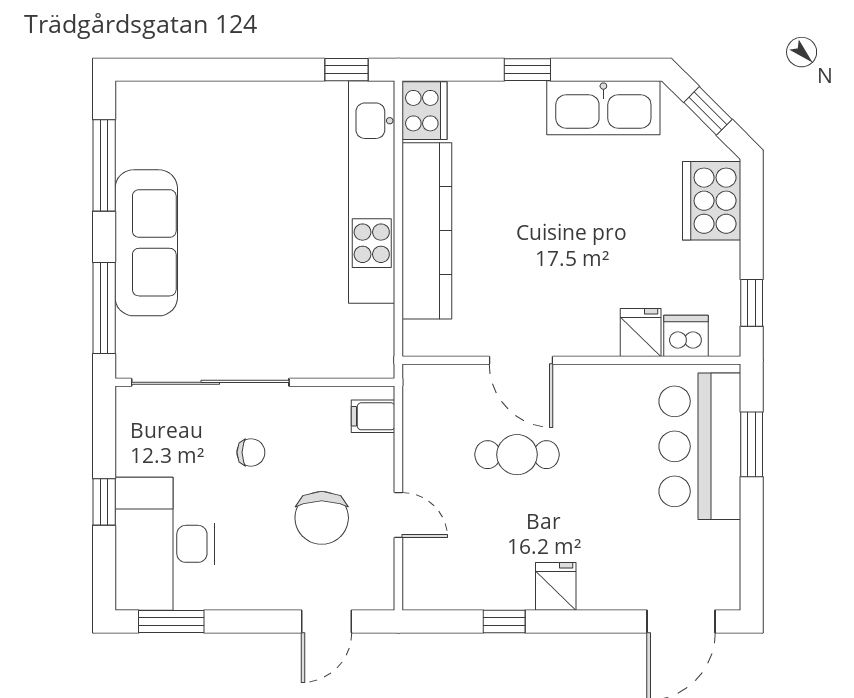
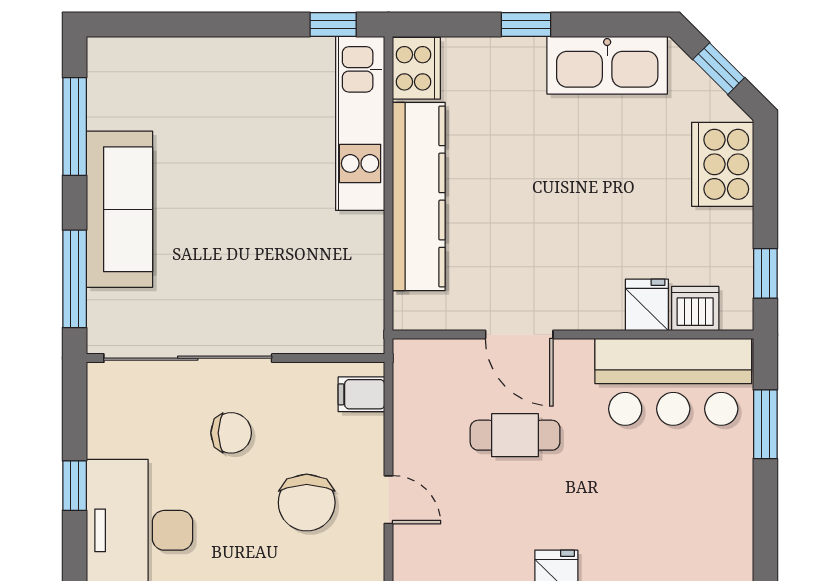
kitchen unit: (372, 192) -> (360, 123), width x0.73
bar counter: (700, 446) -> (673, 382), moved, turned -90
chair: (251, 452) -> (231, 433), width x1.37, depth x1.37

